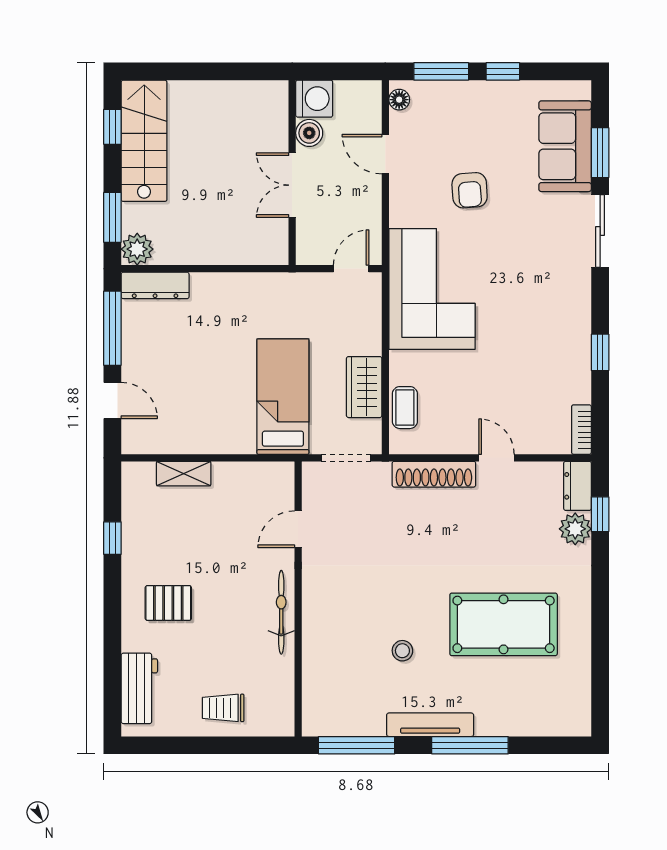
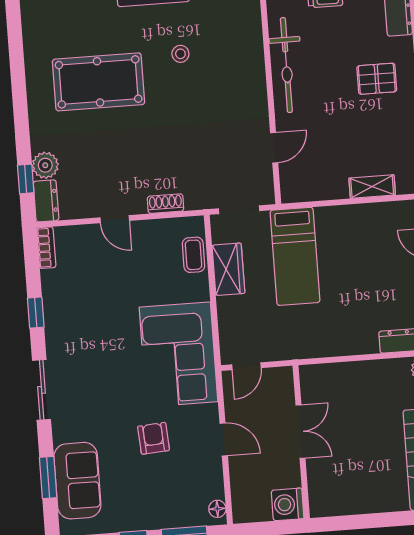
boiler: (309, 133) -> (290, 476), removed
door: (385, 154) -> (224, 440), moved
sliding door: (600, 231) -> (42, 390), moved
shoe rack: (434, 474) -> (166, 204), width x0.51, depth x0.81
bicycle: (281, 612) -> (286, 65), width x1.37, depth x1.40

